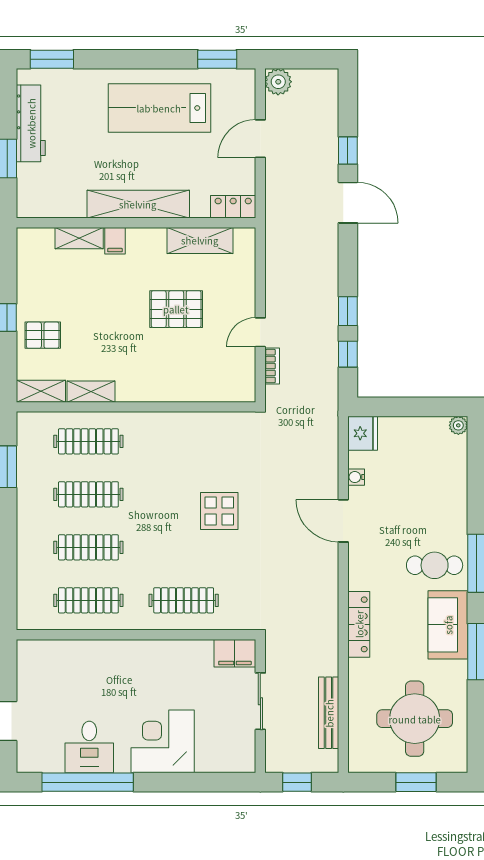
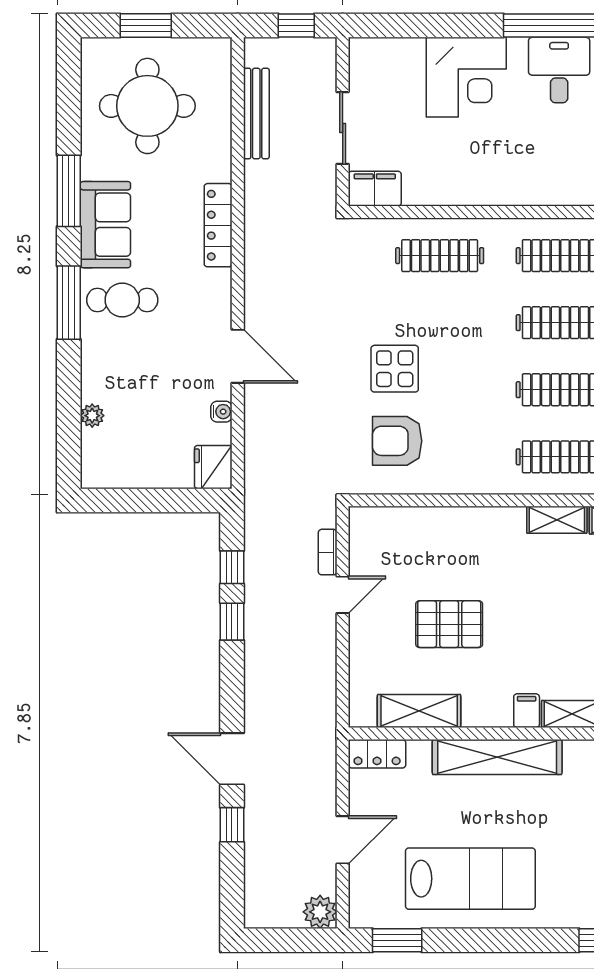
plant: (458, 425) -> (92, 416), moved
armchair: (217, 454) -> (397, 441), added

